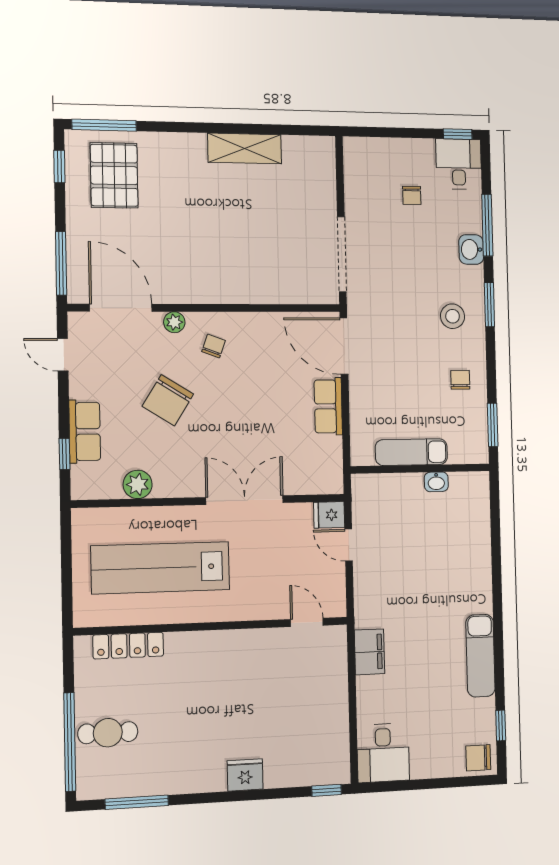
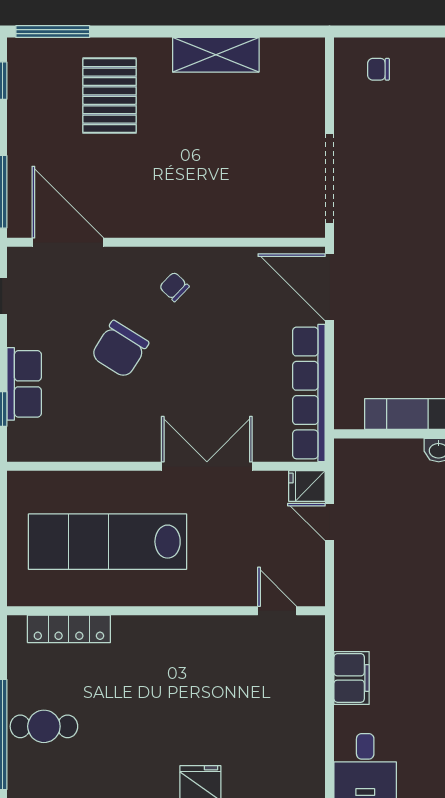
pallet: (114, 175) -> (110, 96), moved
chair: (412, 195) -> (379, 69), moved, turned 90
plant: (174, 322) -> (129, 259), removed
chair: (214, 346) -> (174, 287), turned -66
row of seats: (328, 406) -> (309, 393), width x2.02
plant: (138, 484) -> (83, 445), removed
filing cabinet: (369, 652) -> (352, 678), moved

